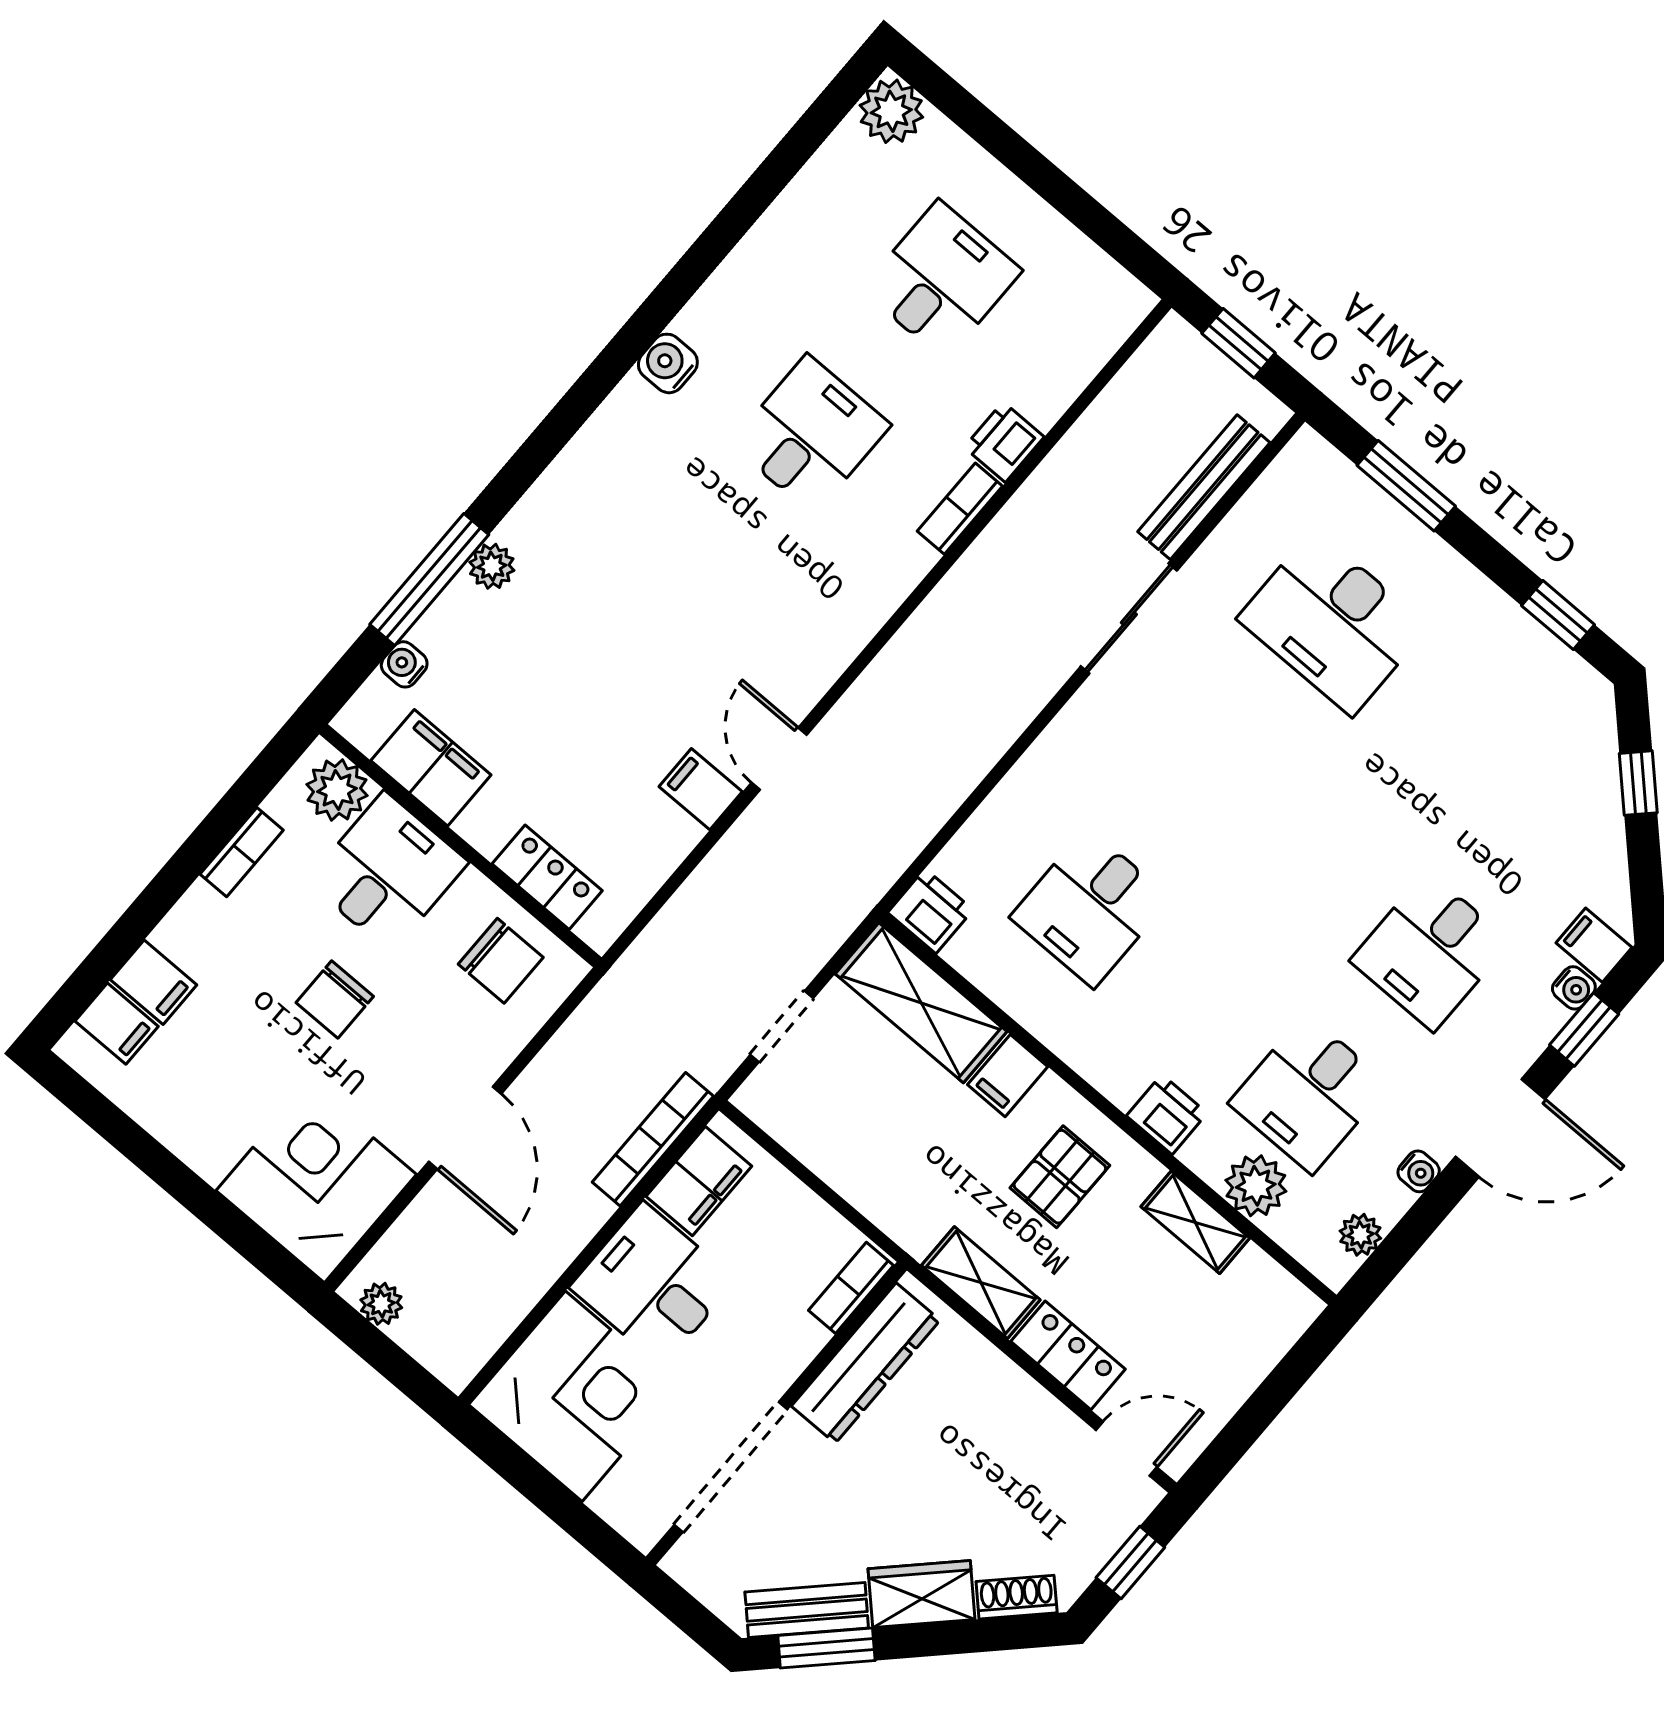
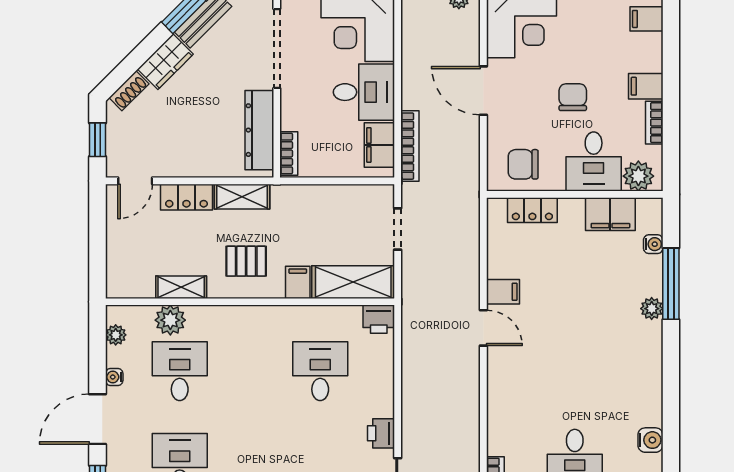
filing cabinet: (154, 982) -> (646, 86), moved
printer: (1167, 1114) -> (381, 433), moved, turned 90
pallet: (1060, 1177) -> (246, 261), turned 90

